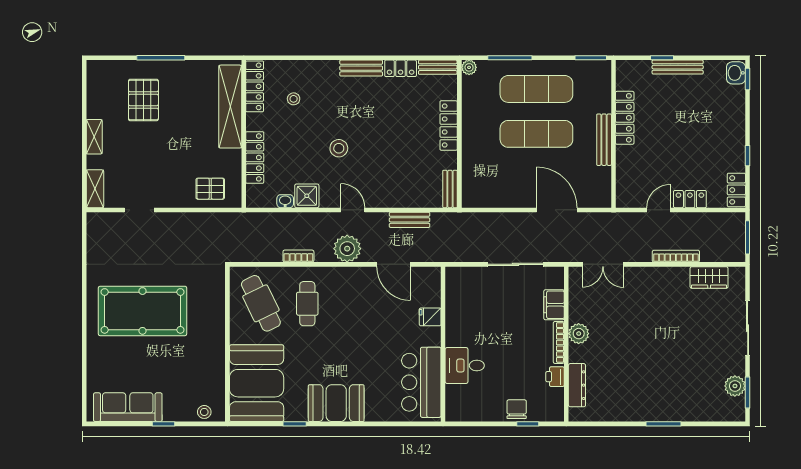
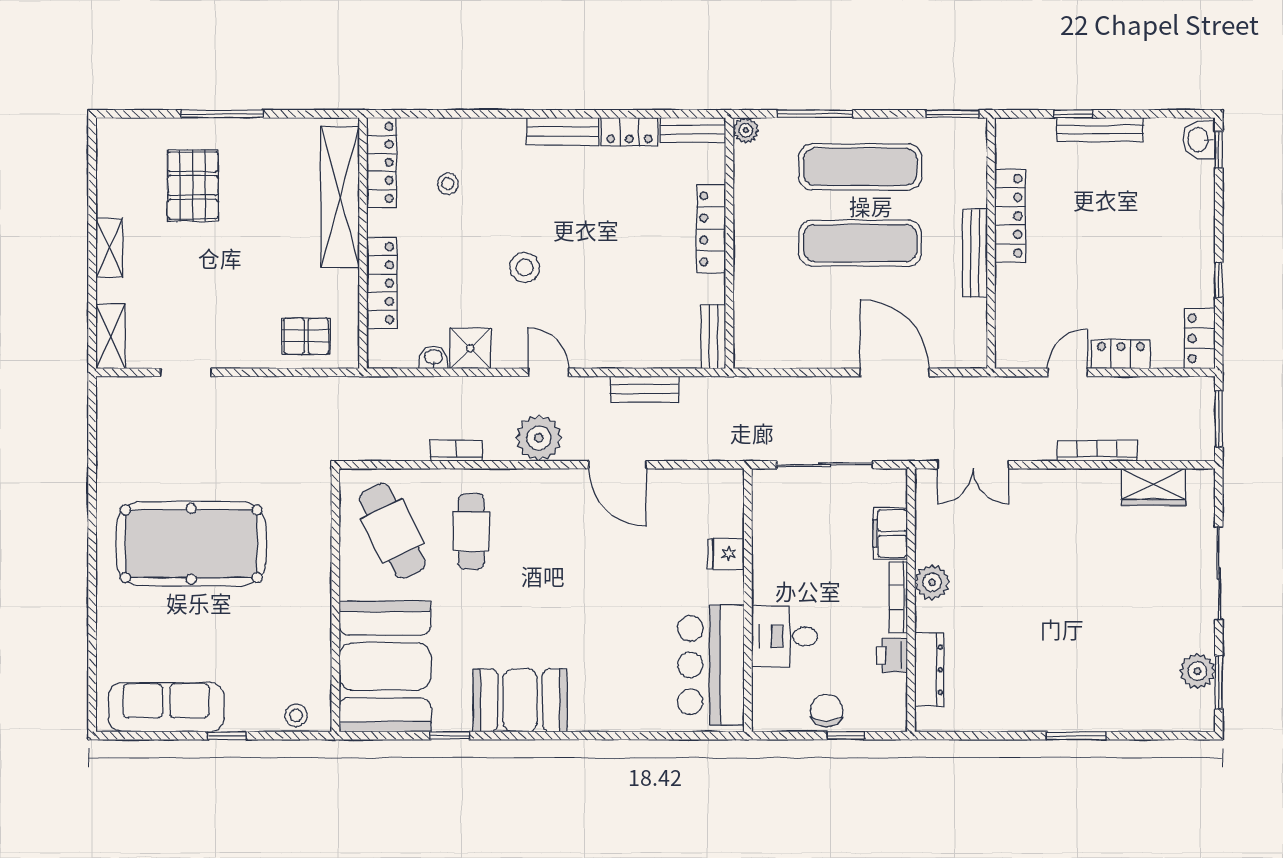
fridge: (430, 317) -> (726, 554), moved
wall: (443, 344) -> (748, 600), moved
desk: (465, 365) -> (785, 636), moved
bar counter: (421, 382) -> (711, 665), moved

